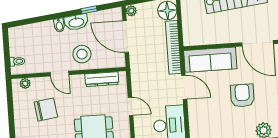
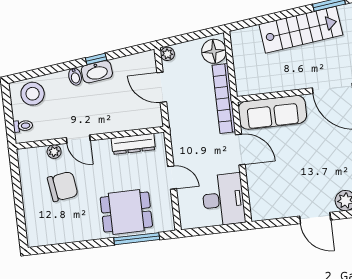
window: (89, 10) -> (96, 59), moved
door: (126, 36) -> (162, 87), width x0.73
stool: (82, 54) -> (33, 94), moved
plant: (25, 83) -> (54, 152), moved
armchair: (242, 96) -> (316, 157), removed

